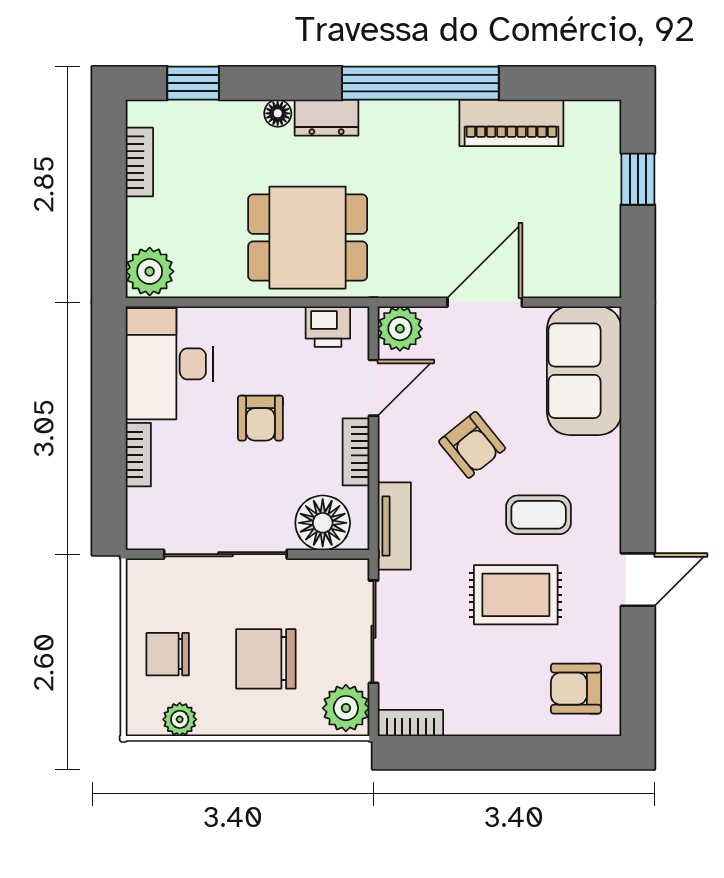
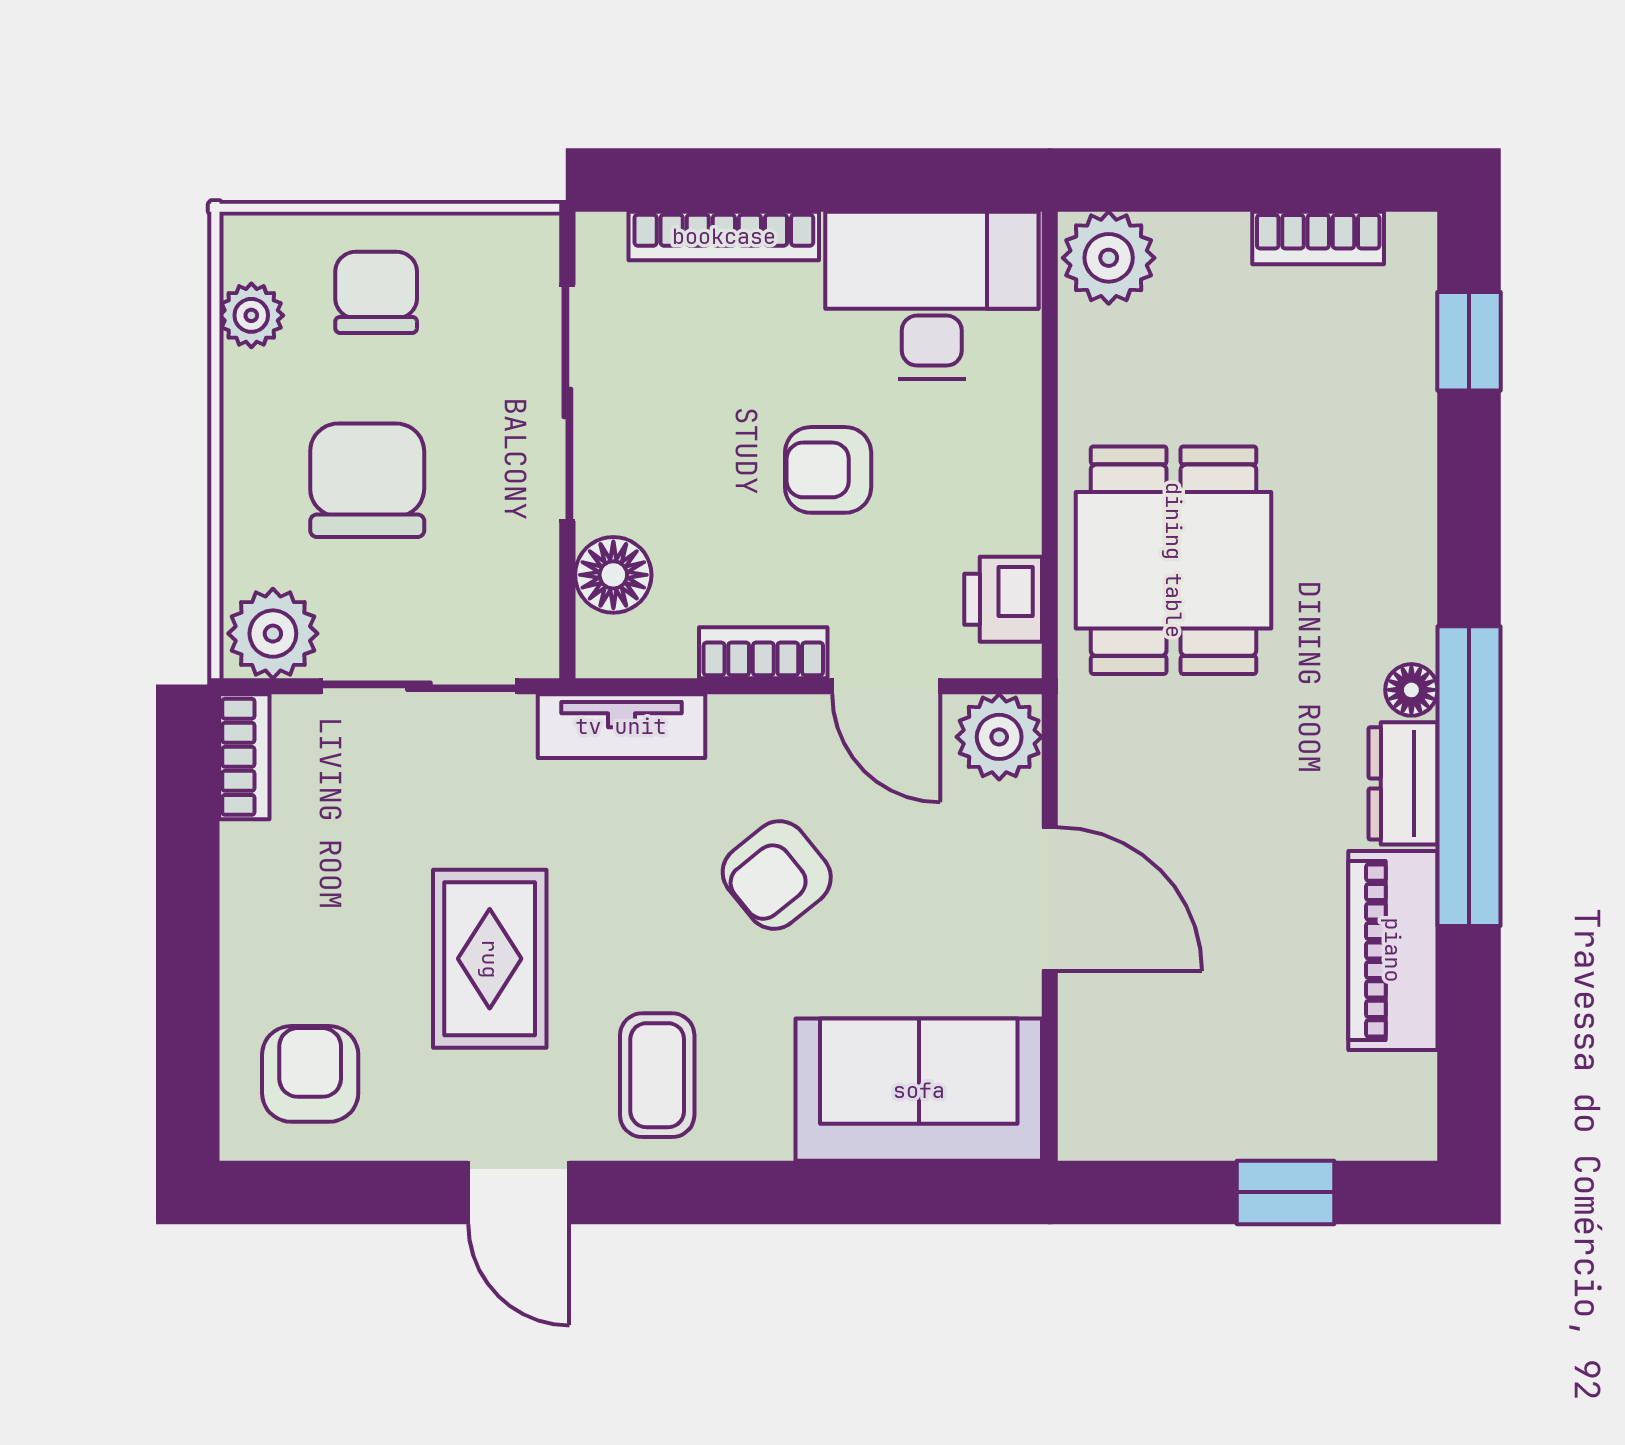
floor lamp: (278, 113) -> (1411, 690), moved
dresser: (327, 118) -> (1403, 783), moved
bookcase: (138, 455) -> (724, 236), width x1.56
coffee table: (539, 515) -> (657, 1075), moved
floor lamp: (323, 523) -> (613, 575), width x0.73, depth x0.73

